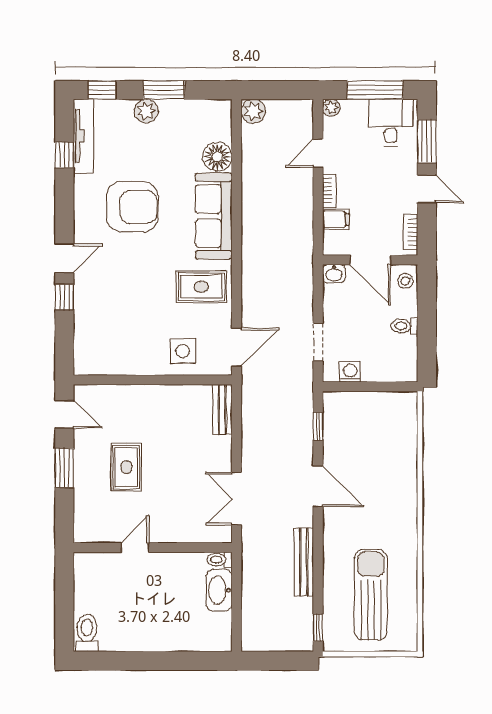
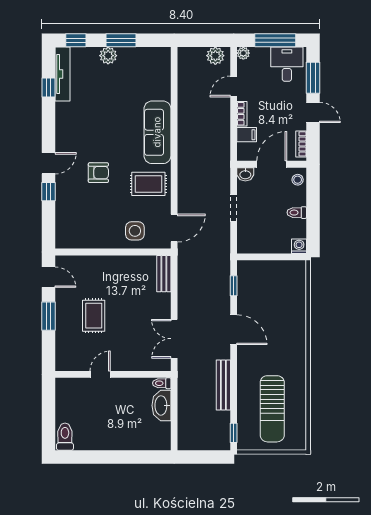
plant: (253, 111) -> (215, 56), moved
floor lamp: (217, 157) -> (160, 89), removed
armchair: (132, 207) -> (98, 173), moved, width x0.53, depth x0.53
door: (370, 260) -> (272, 164), swing flipped
doorway: (318, 342) -> (234, 208), moved
washing machine: (350, 372) -> (299, 246), moved
sun lounger: (371, 595) -> (272, 409), turned 180

